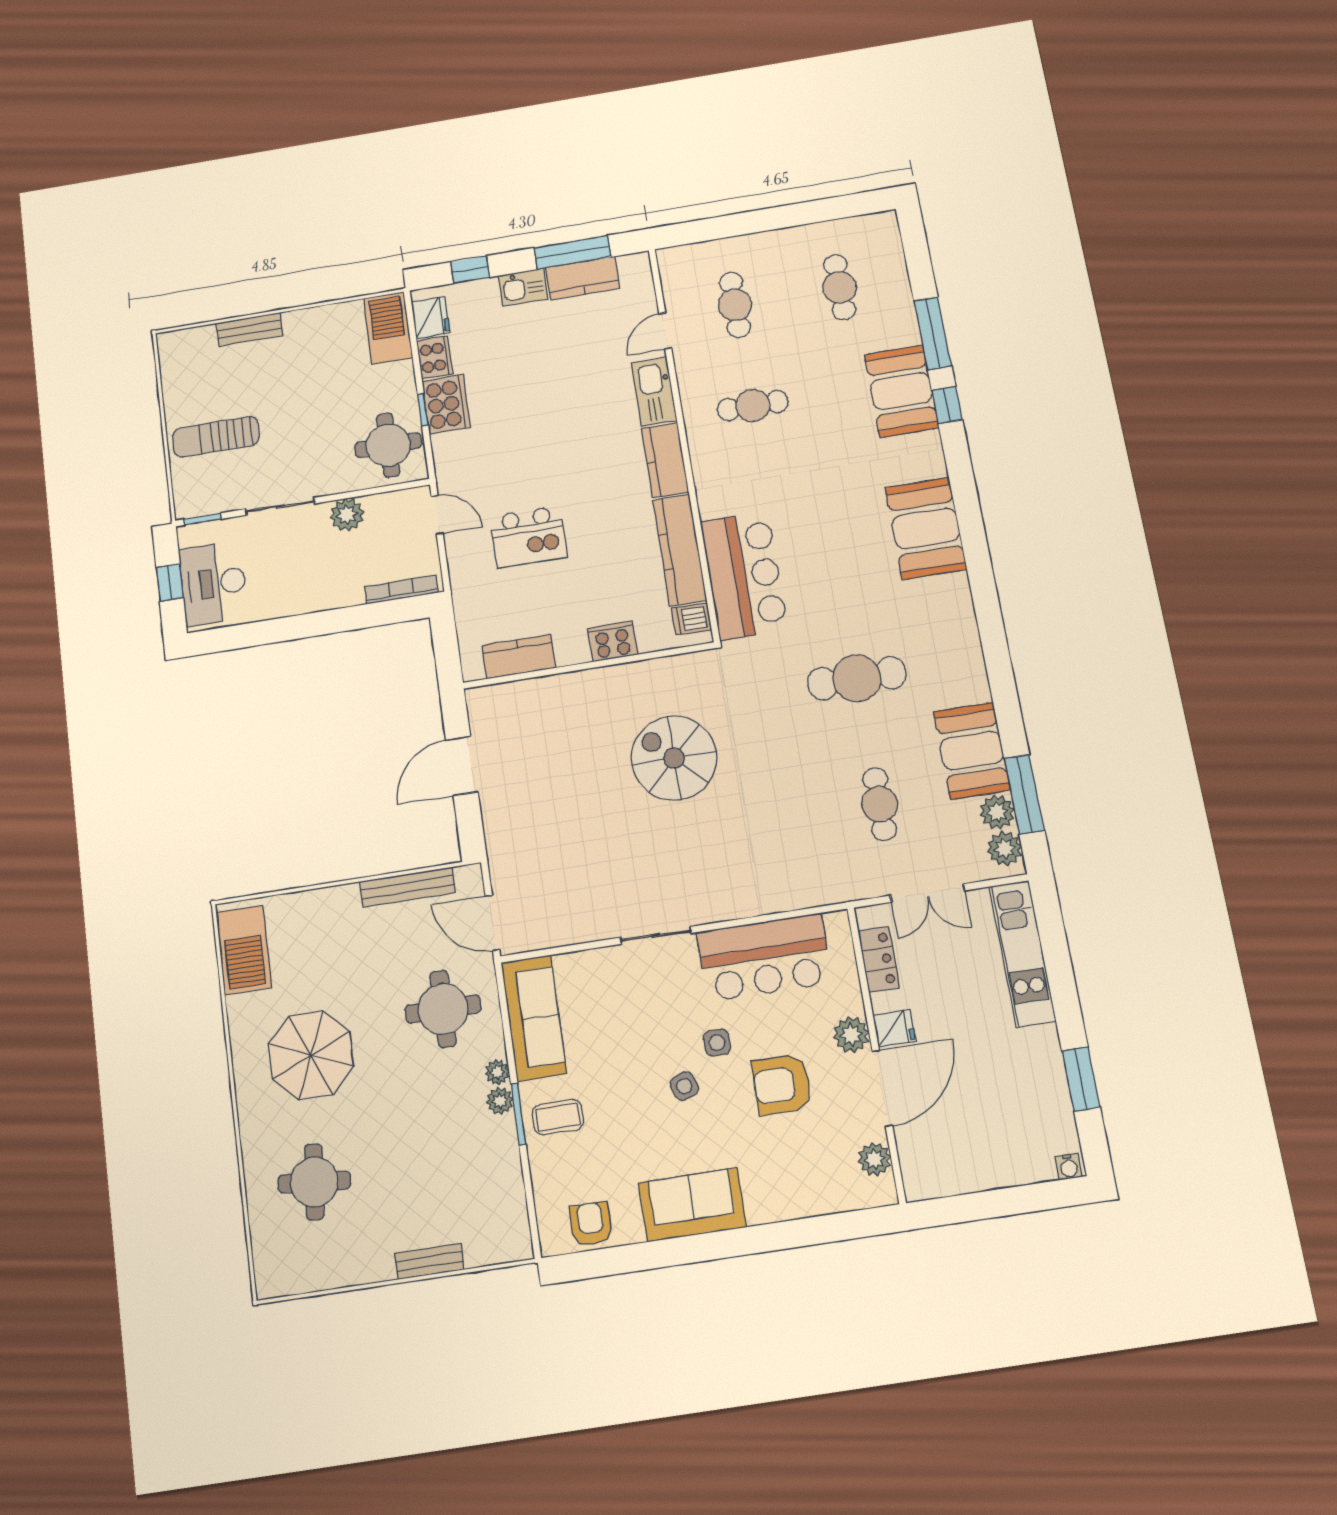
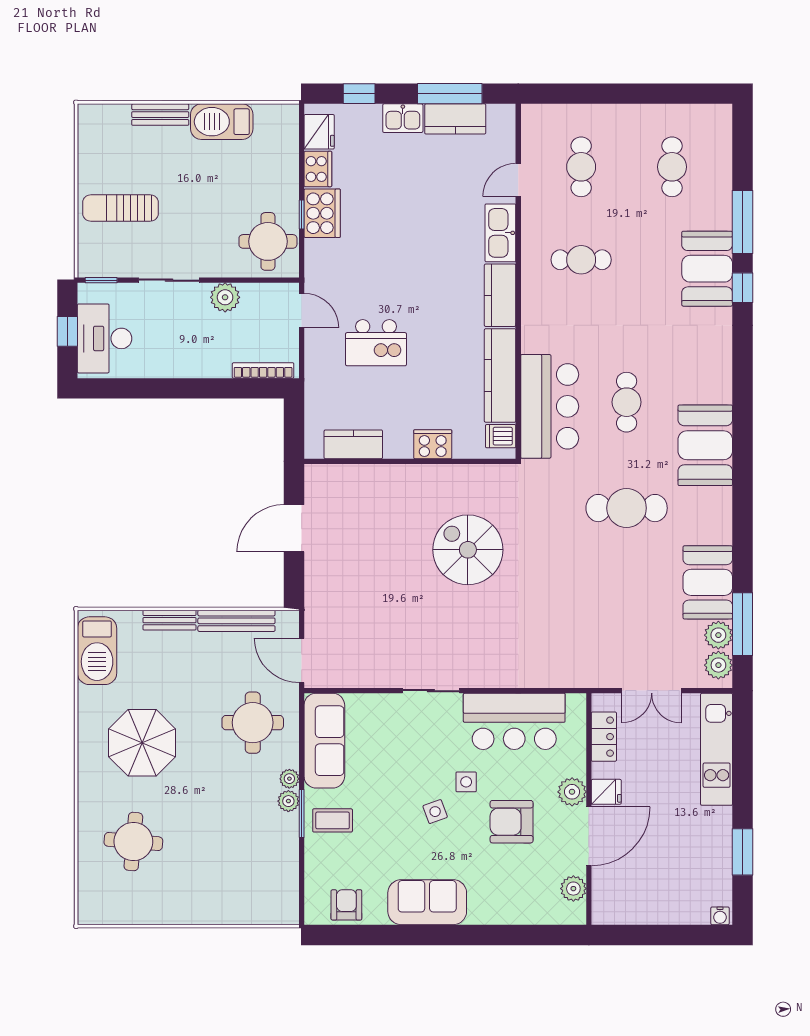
barbecue: (388, 328) -> (222, 122), moved, turned -90
booth: (926, 528) -> (705, 445), moved
cafe table: (880, 804) -> (627, 402), moved
bench: (429, 1261) -> (170, 620), moved

